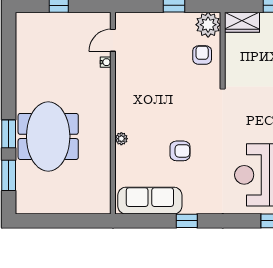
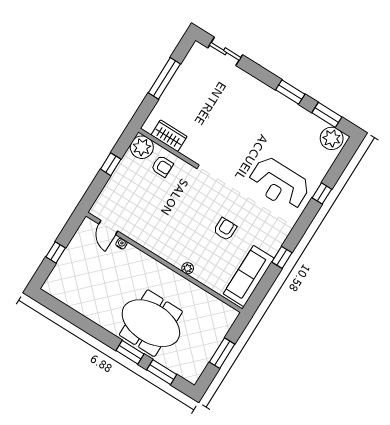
wardrobe: (242, 22) -> (169, 136), moved, turned -90
armchair: (202, 55) -> (162, 166), turned 180
window: (62, 221) -> (222, 353), added

